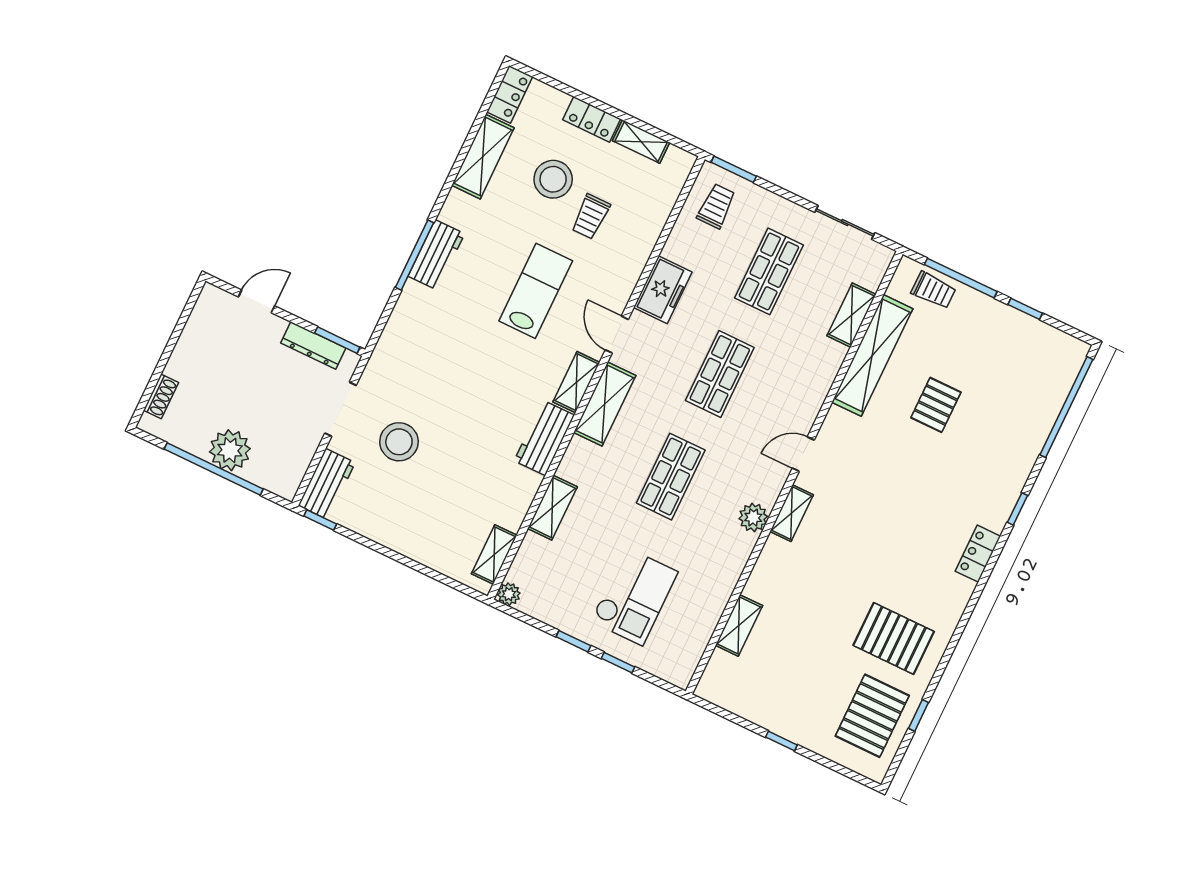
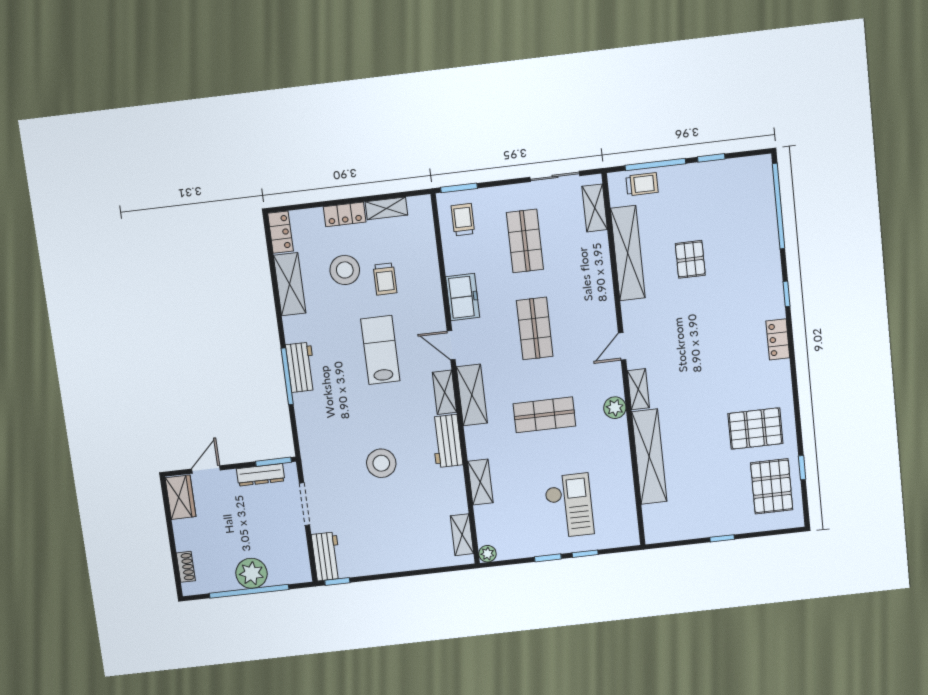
wardrobe: (207, 314) -> (181, 497), added
shelving: (851, 315) -> (595, 208), moved
stool: (399, 442) -> (381, 463), moved
shop shelf: (671, 477) -> (544, 415), turned 90
shelving: (739, 625) -> (649, 457), width x2.20, depth x1.33

